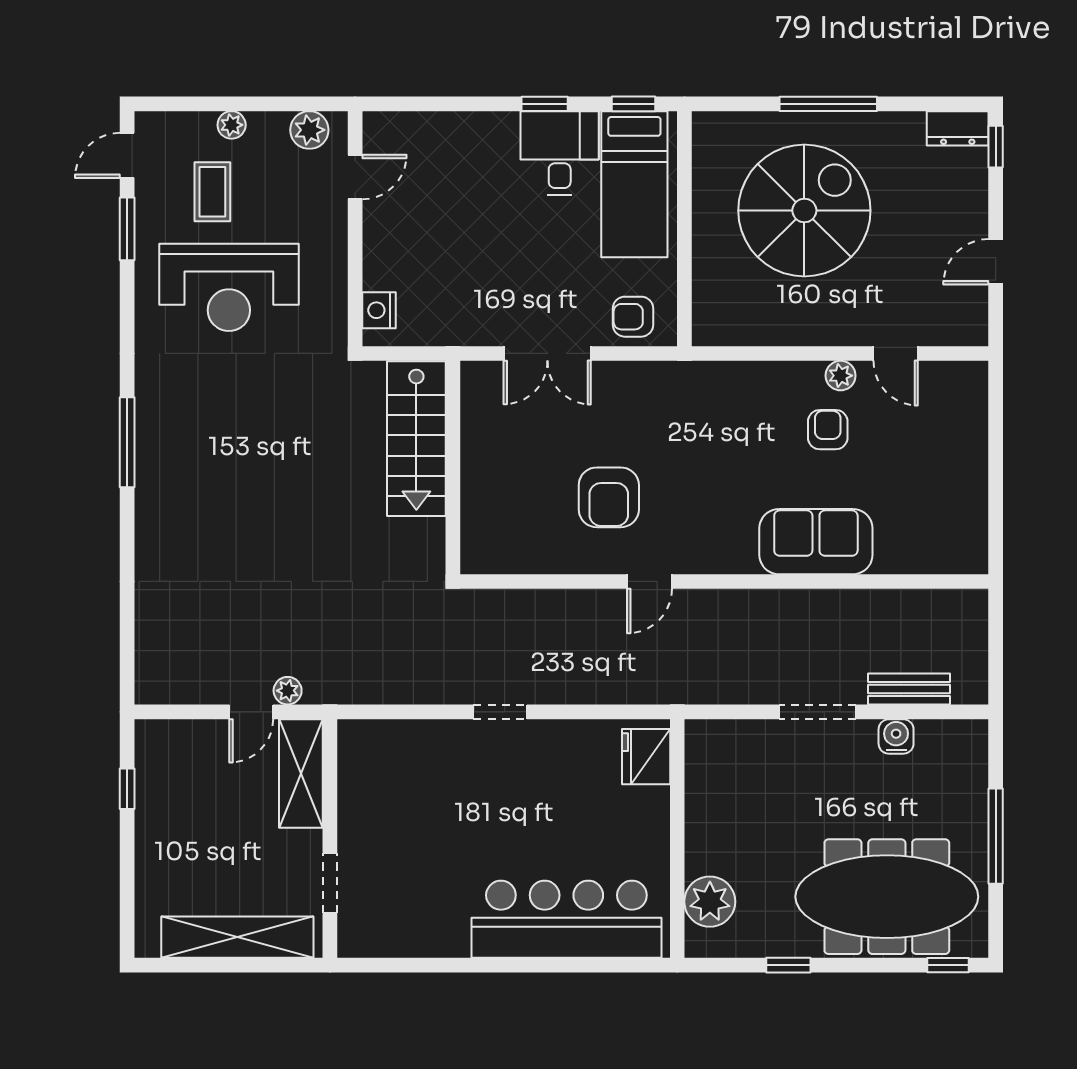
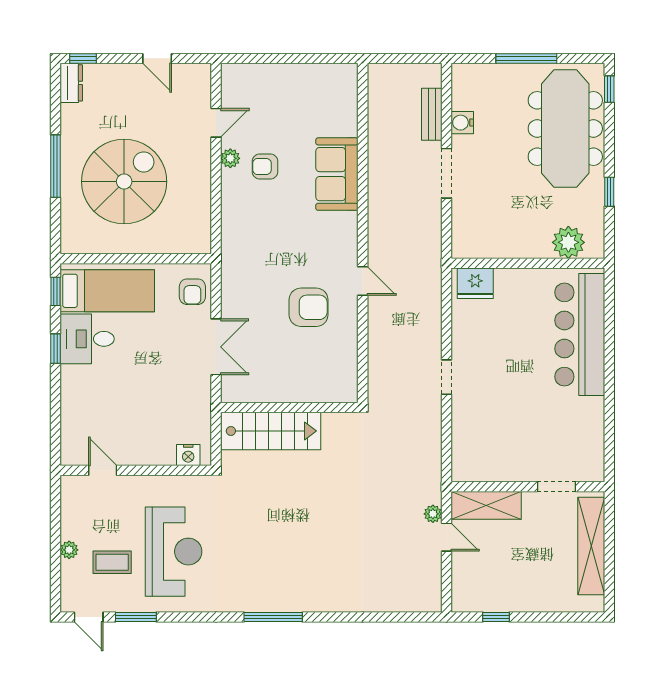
plant: (309, 130) -> (72, 500), removed
spiral stairs: (804, 211) -> (124, 182), turned 90

